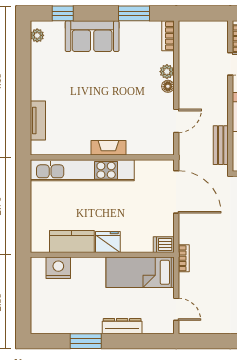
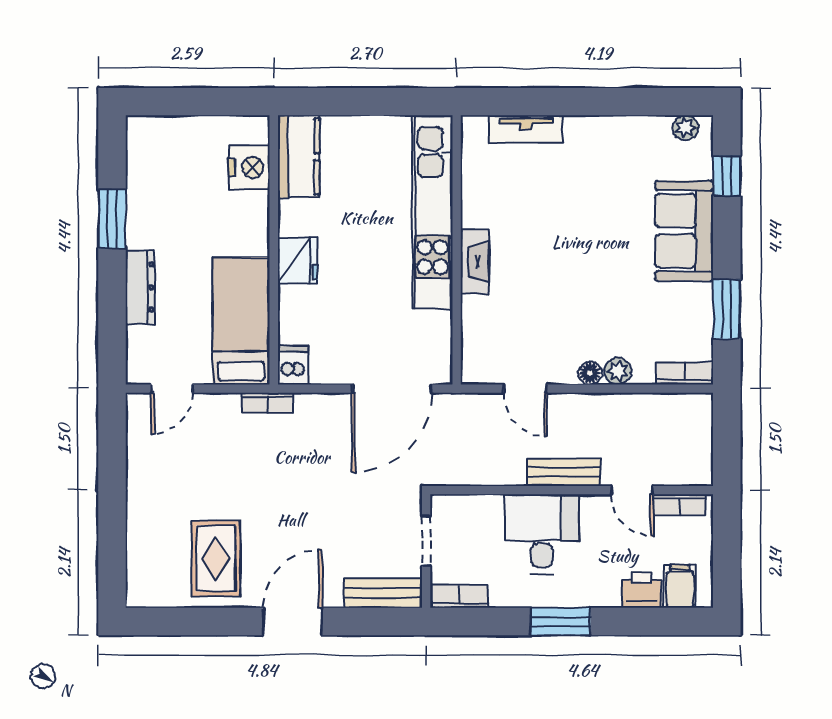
bench: (221, 145) -> (564, 472), moved
kitchen counter: (72, 242) -> (299, 157), moved

